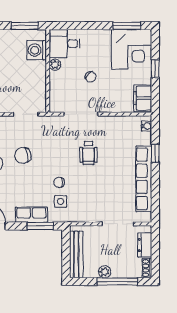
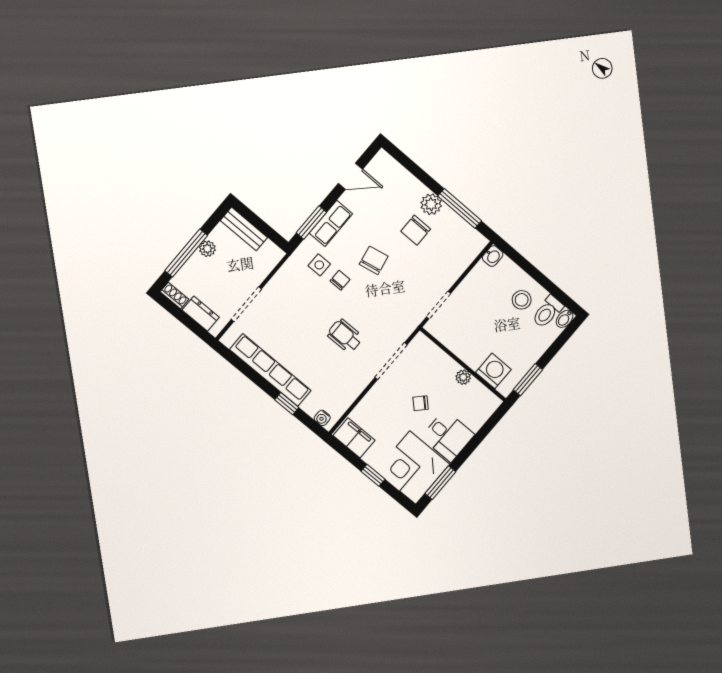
desk: (64, 44) -> (448, 436), moved, turned 90
chair: (23, 155) -> (374, 260), moved
bench: (76, 254) -> (244, 229), width x0.73

